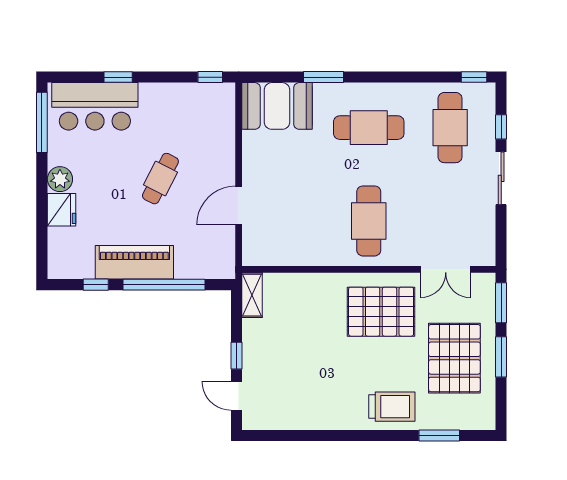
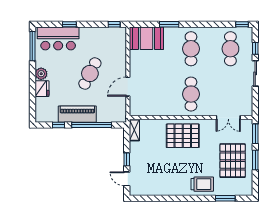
cafe table: (369, 128) -> (191, 49), turned 90
cafe table: (160, 179) -> (90, 73), width x1.37, depth x1.35
pallet: (381, 312) -> (183, 136), moved

